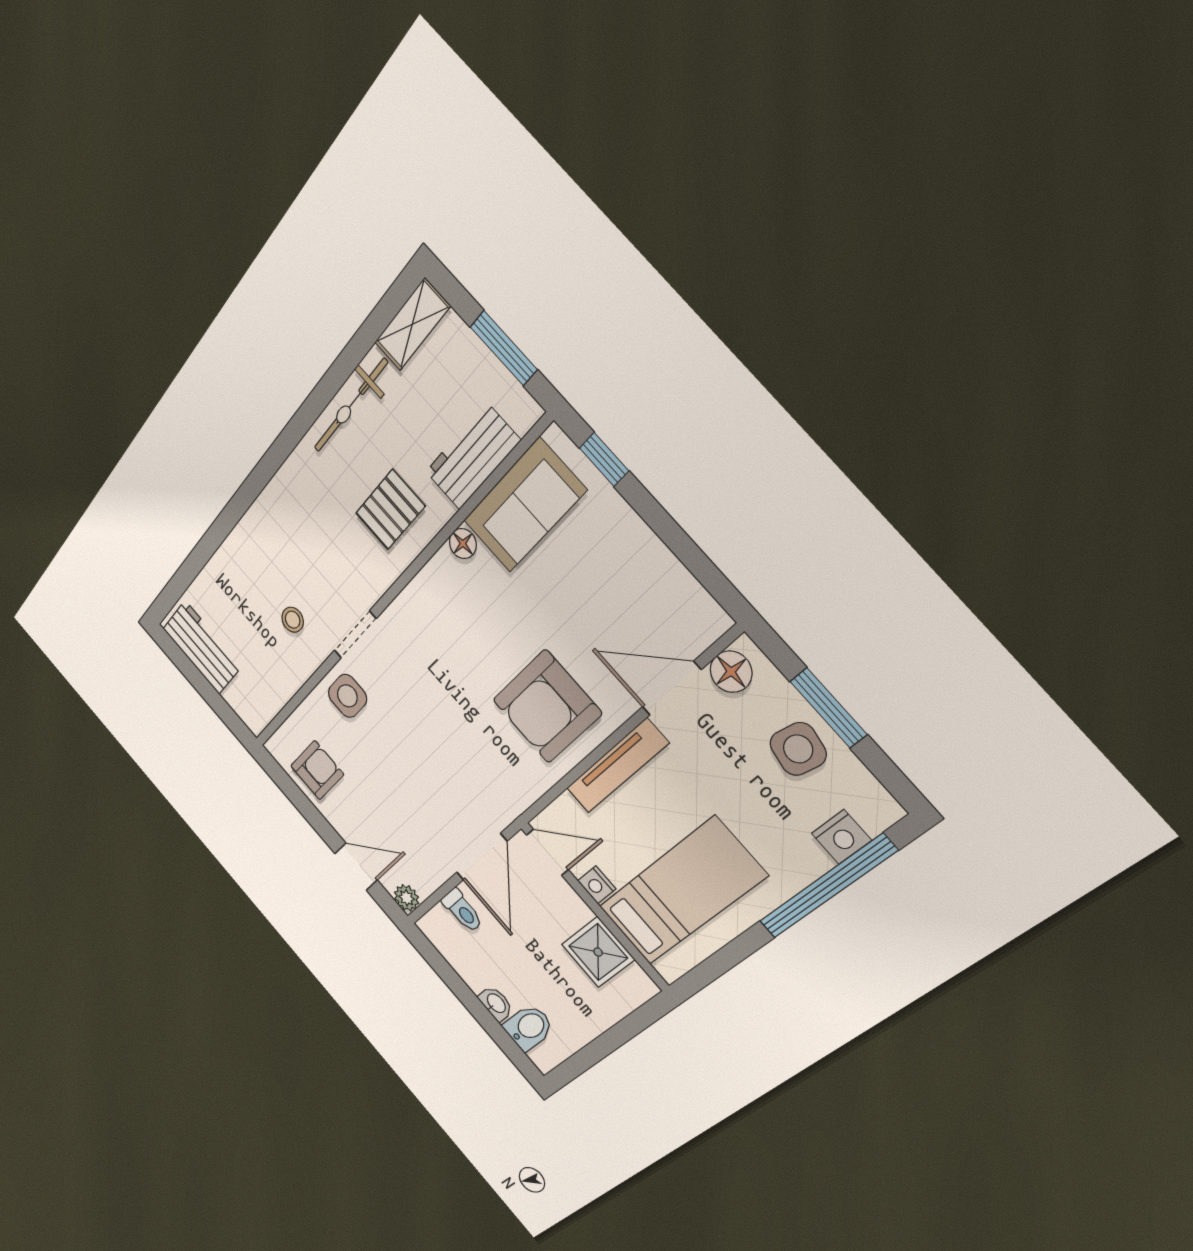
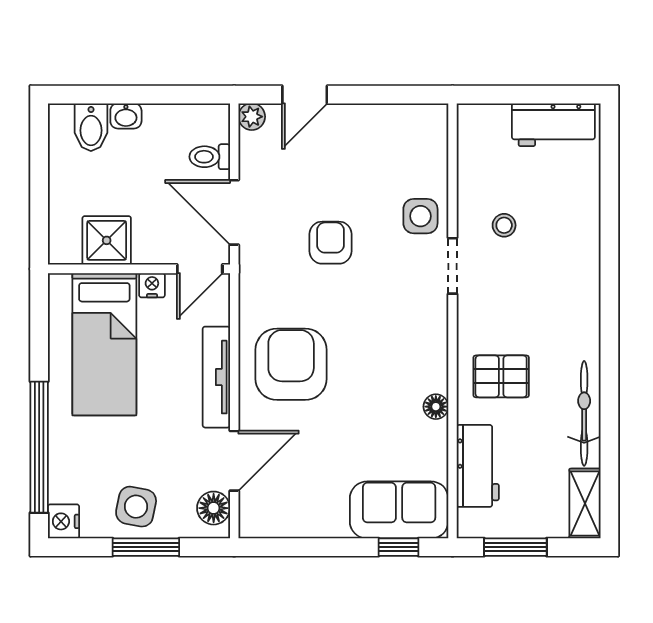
sofa: (524, 505) -> (399, 510), moved, turned 90
pallet: (390, 509) -> (501, 376), turned 90
armchair: (317, 770) -> (331, 243), moved, turned 180
nightstand: (841, 837) -> (63, 521), moved

